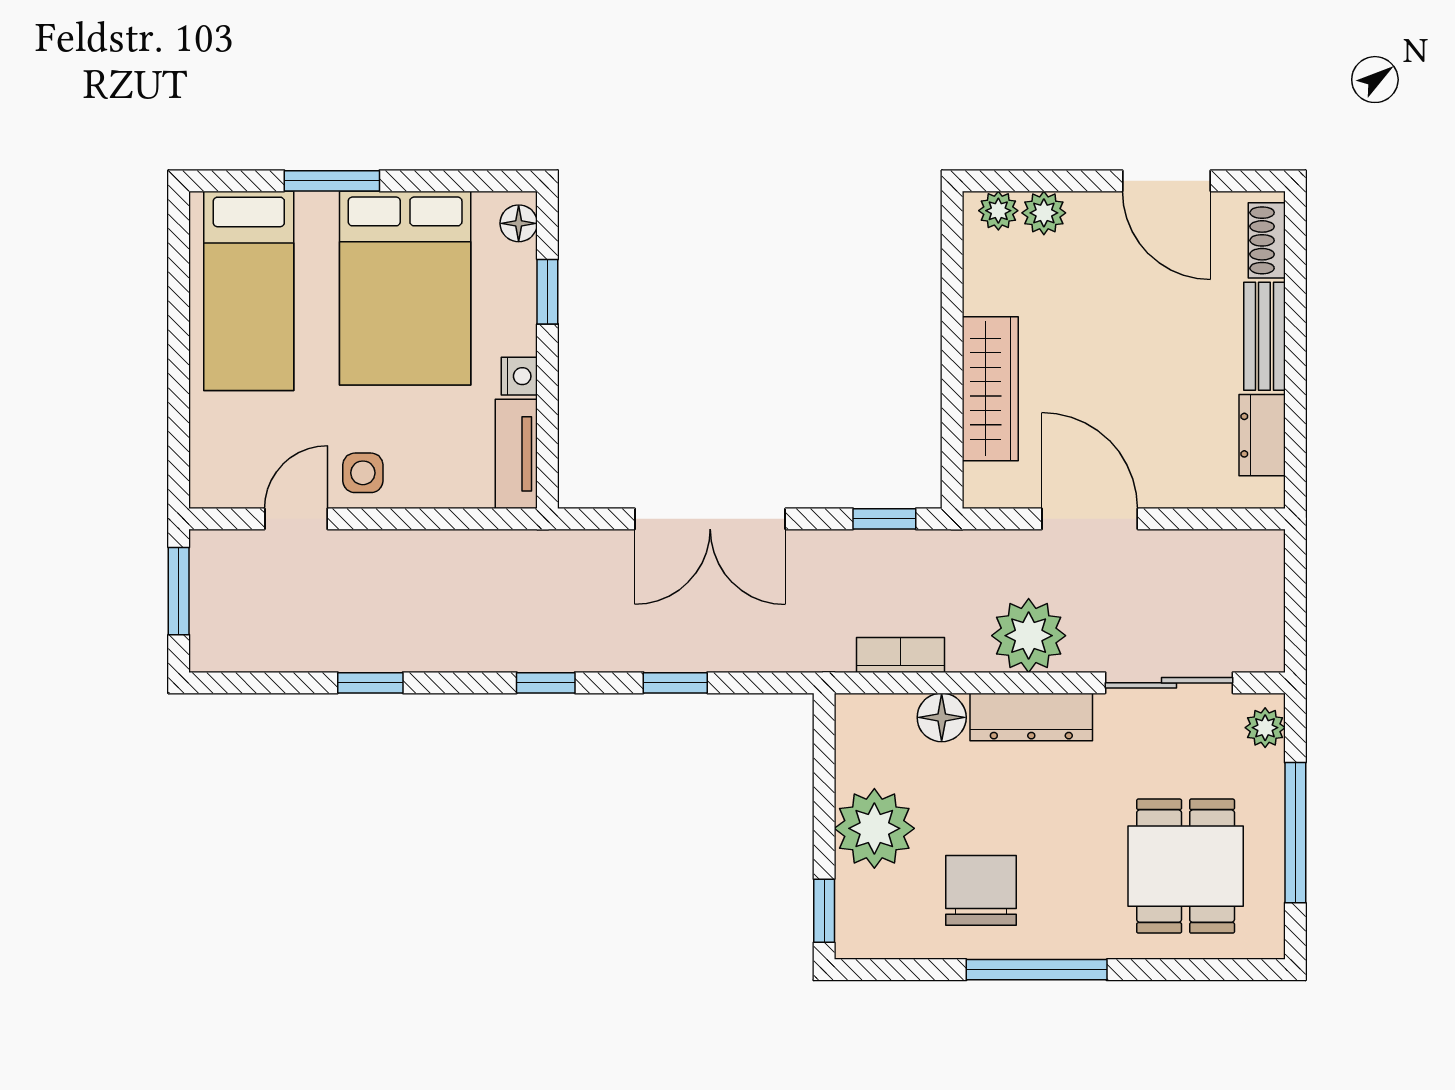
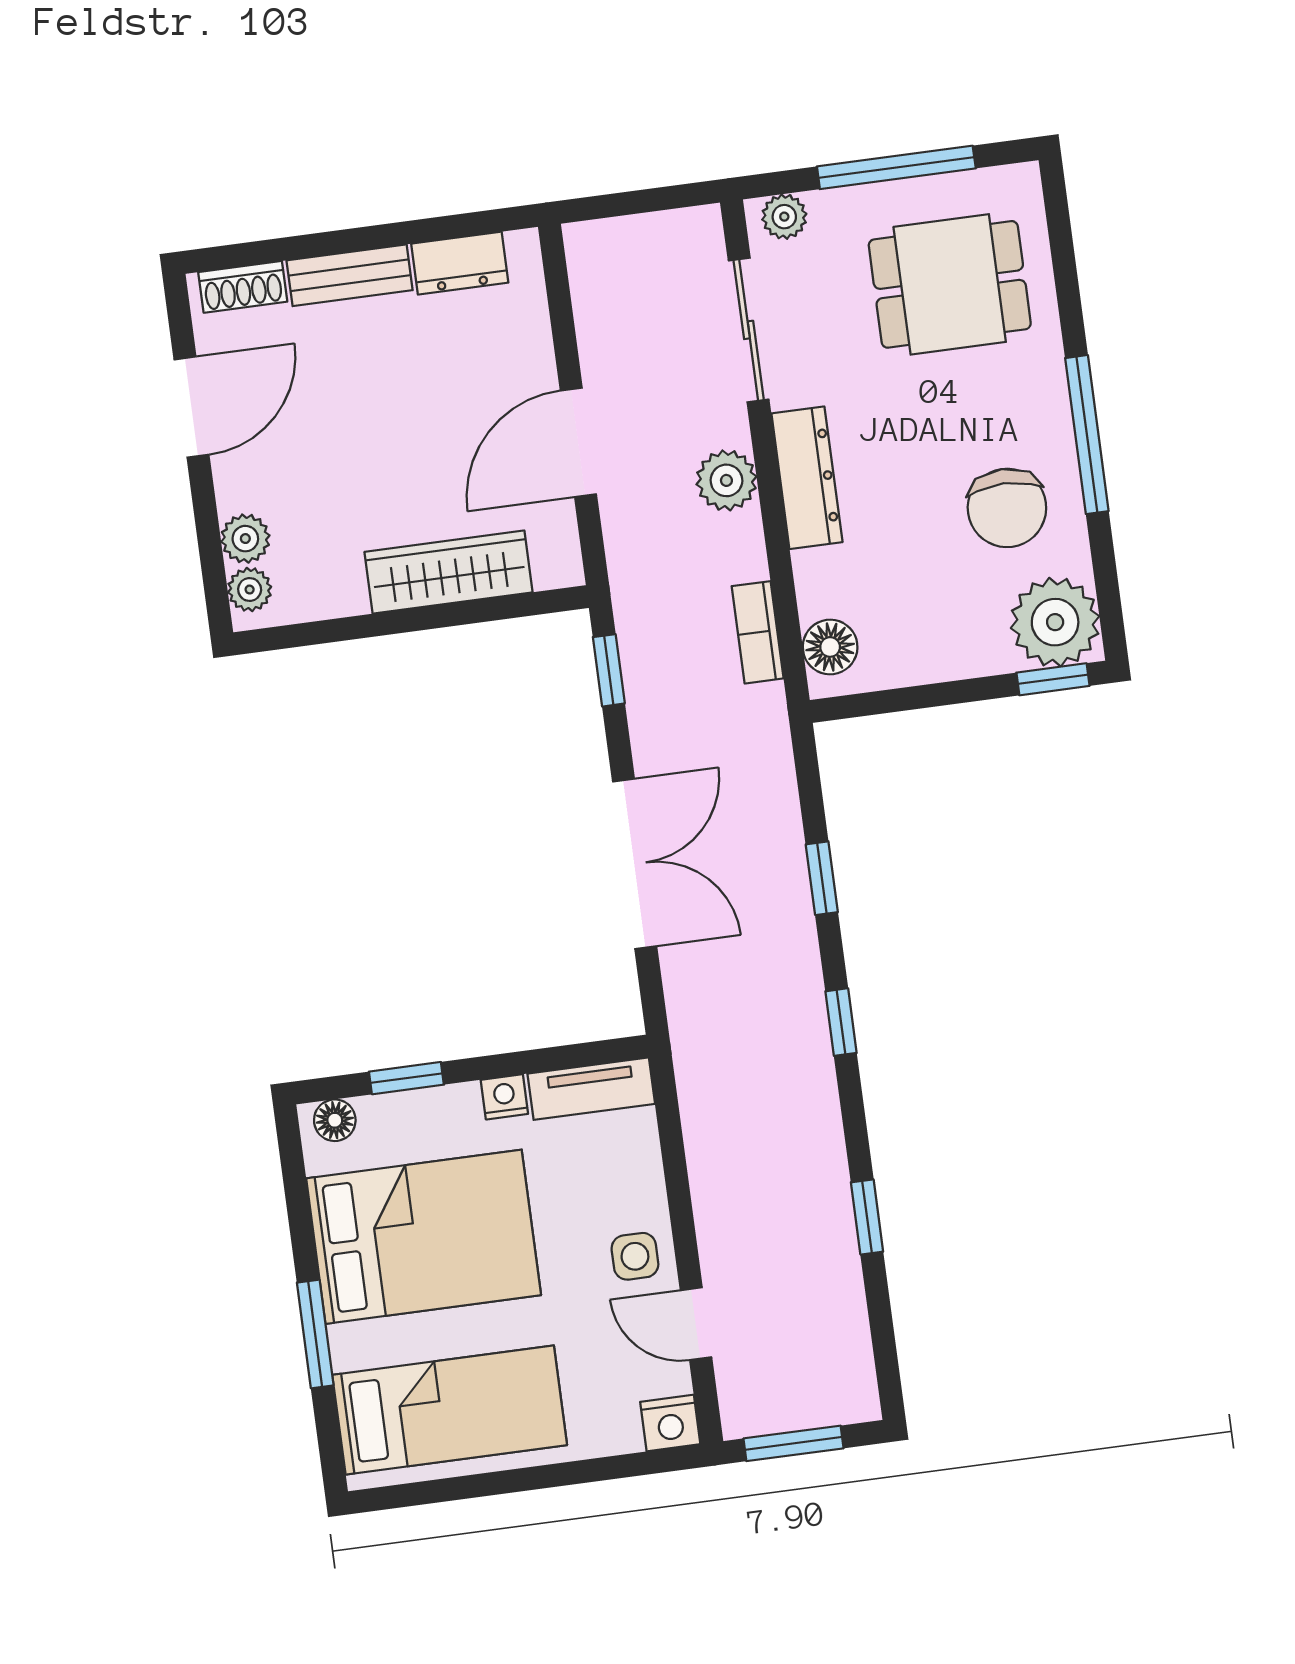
nightstand: (211, 484) -> (670, 1423), added
plant: (1029, 636) -> (726, 480), width x0.73, depth x0.73
floor lamp: (942, 717) -> (830, 647), moved
plant: (874, 828) -> (1055, 622), moved
chair: (981, 890) -> (1007, 508), turned -90

